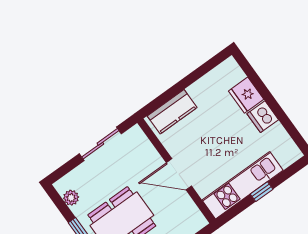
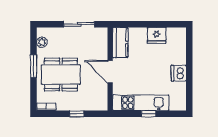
fridge: (246, 95) -> (157, 35), moved, turned -90
kitchen counter: (172, 112) -> (120, 42), moved, turned -90

